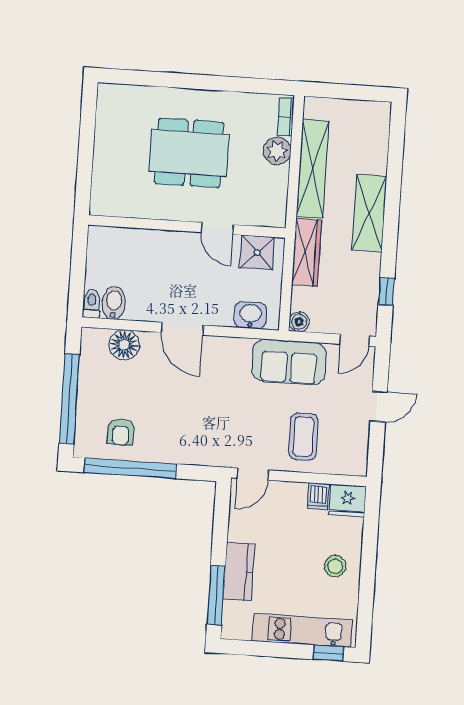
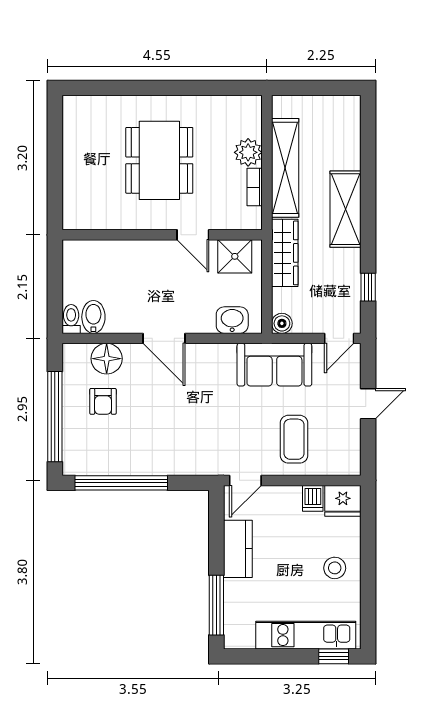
bookcase: (286, 117) -> (255, 187), moved
dining table: (189, 153) -> (159, 160), turned 90
armchair: (121, 432) -> (103, 401), moved
kitchen counter: (239, 572) -> (238, 549), moved

